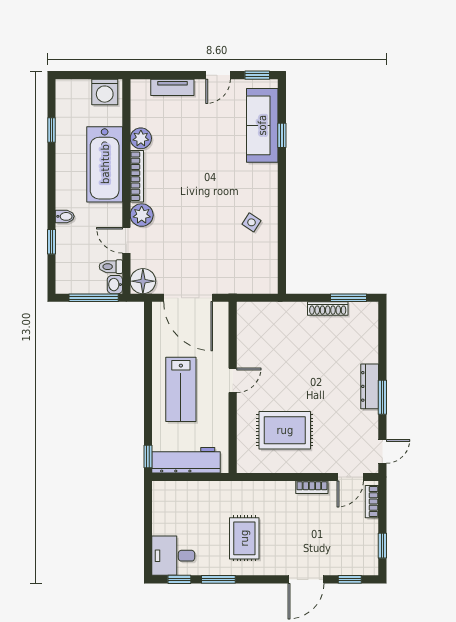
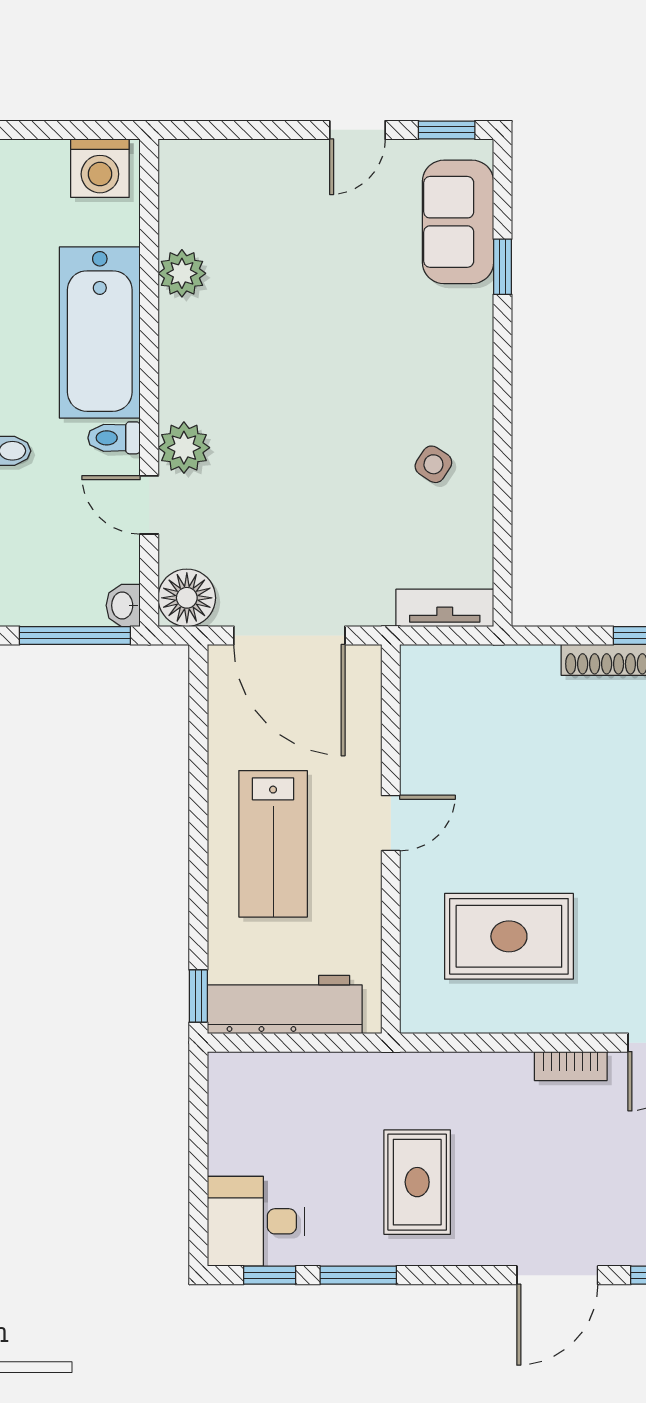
tv unit: (172, 87) -> (445, 608), moved, turned 180
sofa: (262, 125) -> (458, 222), width x0.73
bookcase: (137, 176) -> (173, 359), removed
toilet: (111, 267) -> (114, 438), moved

